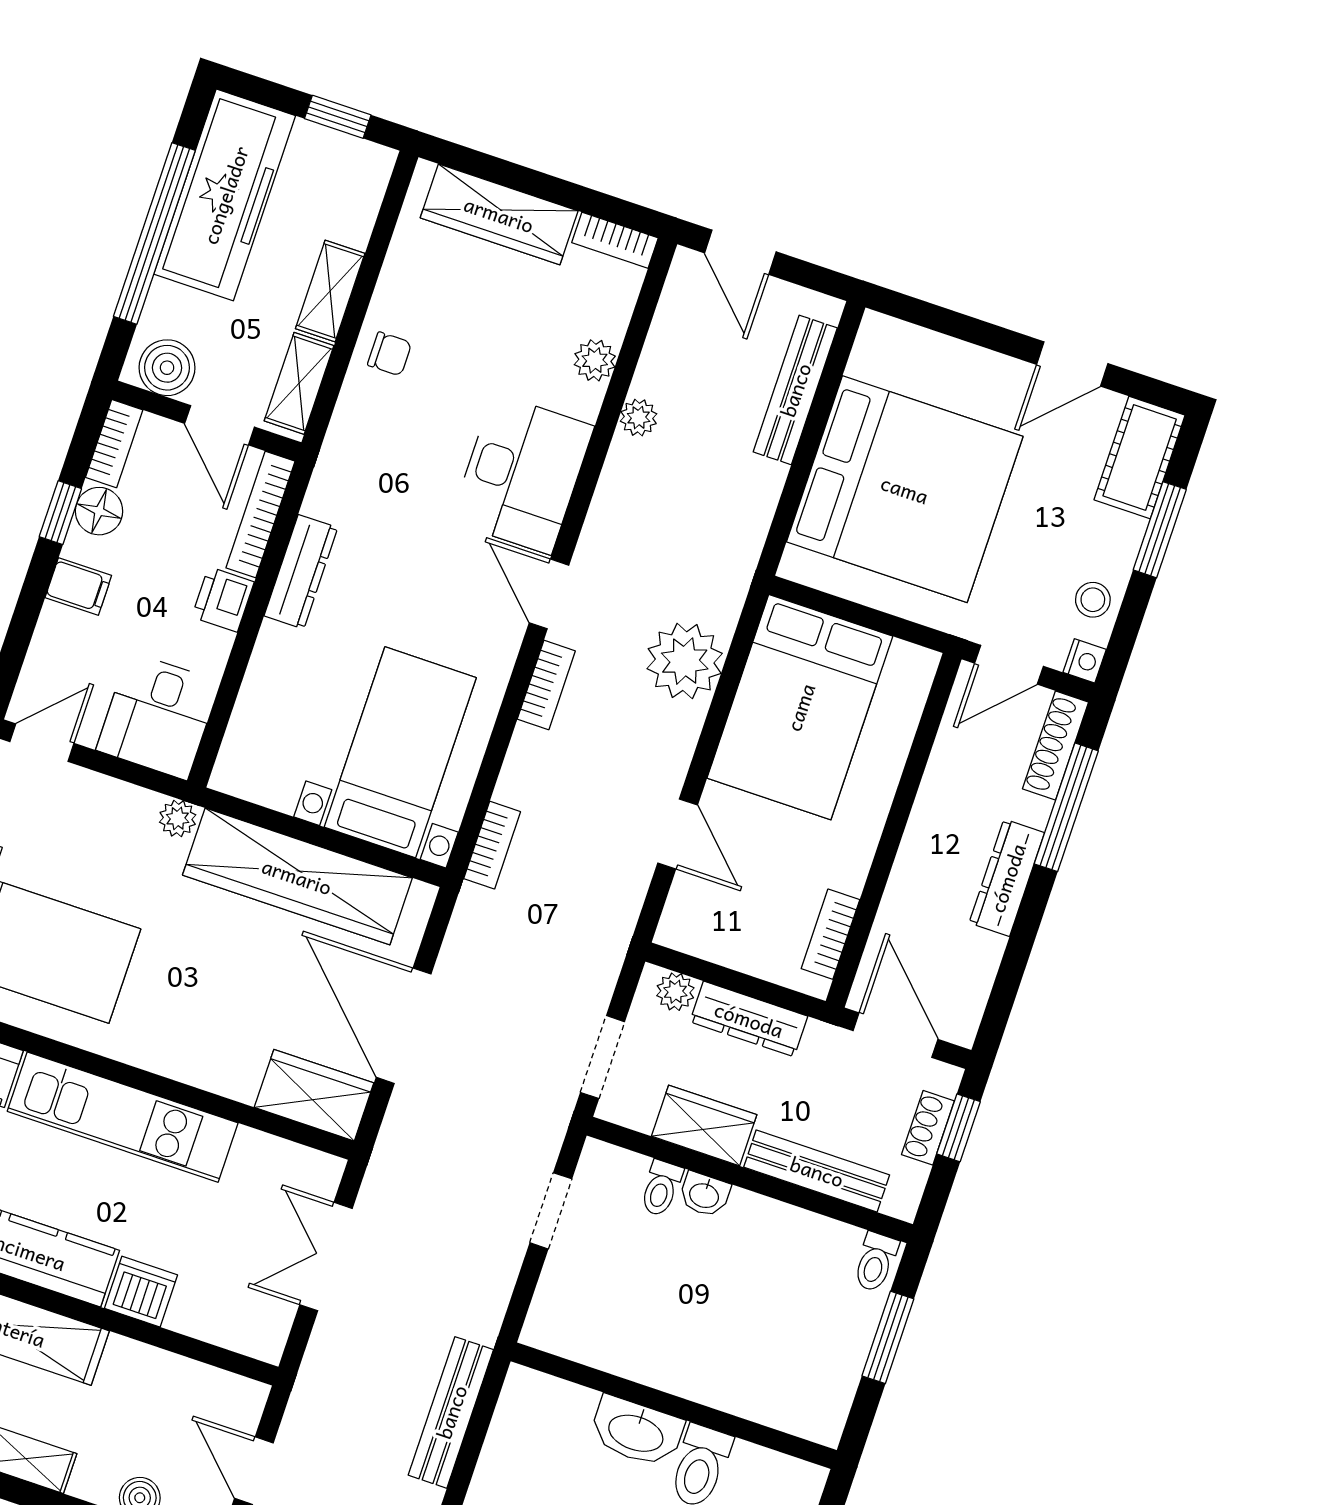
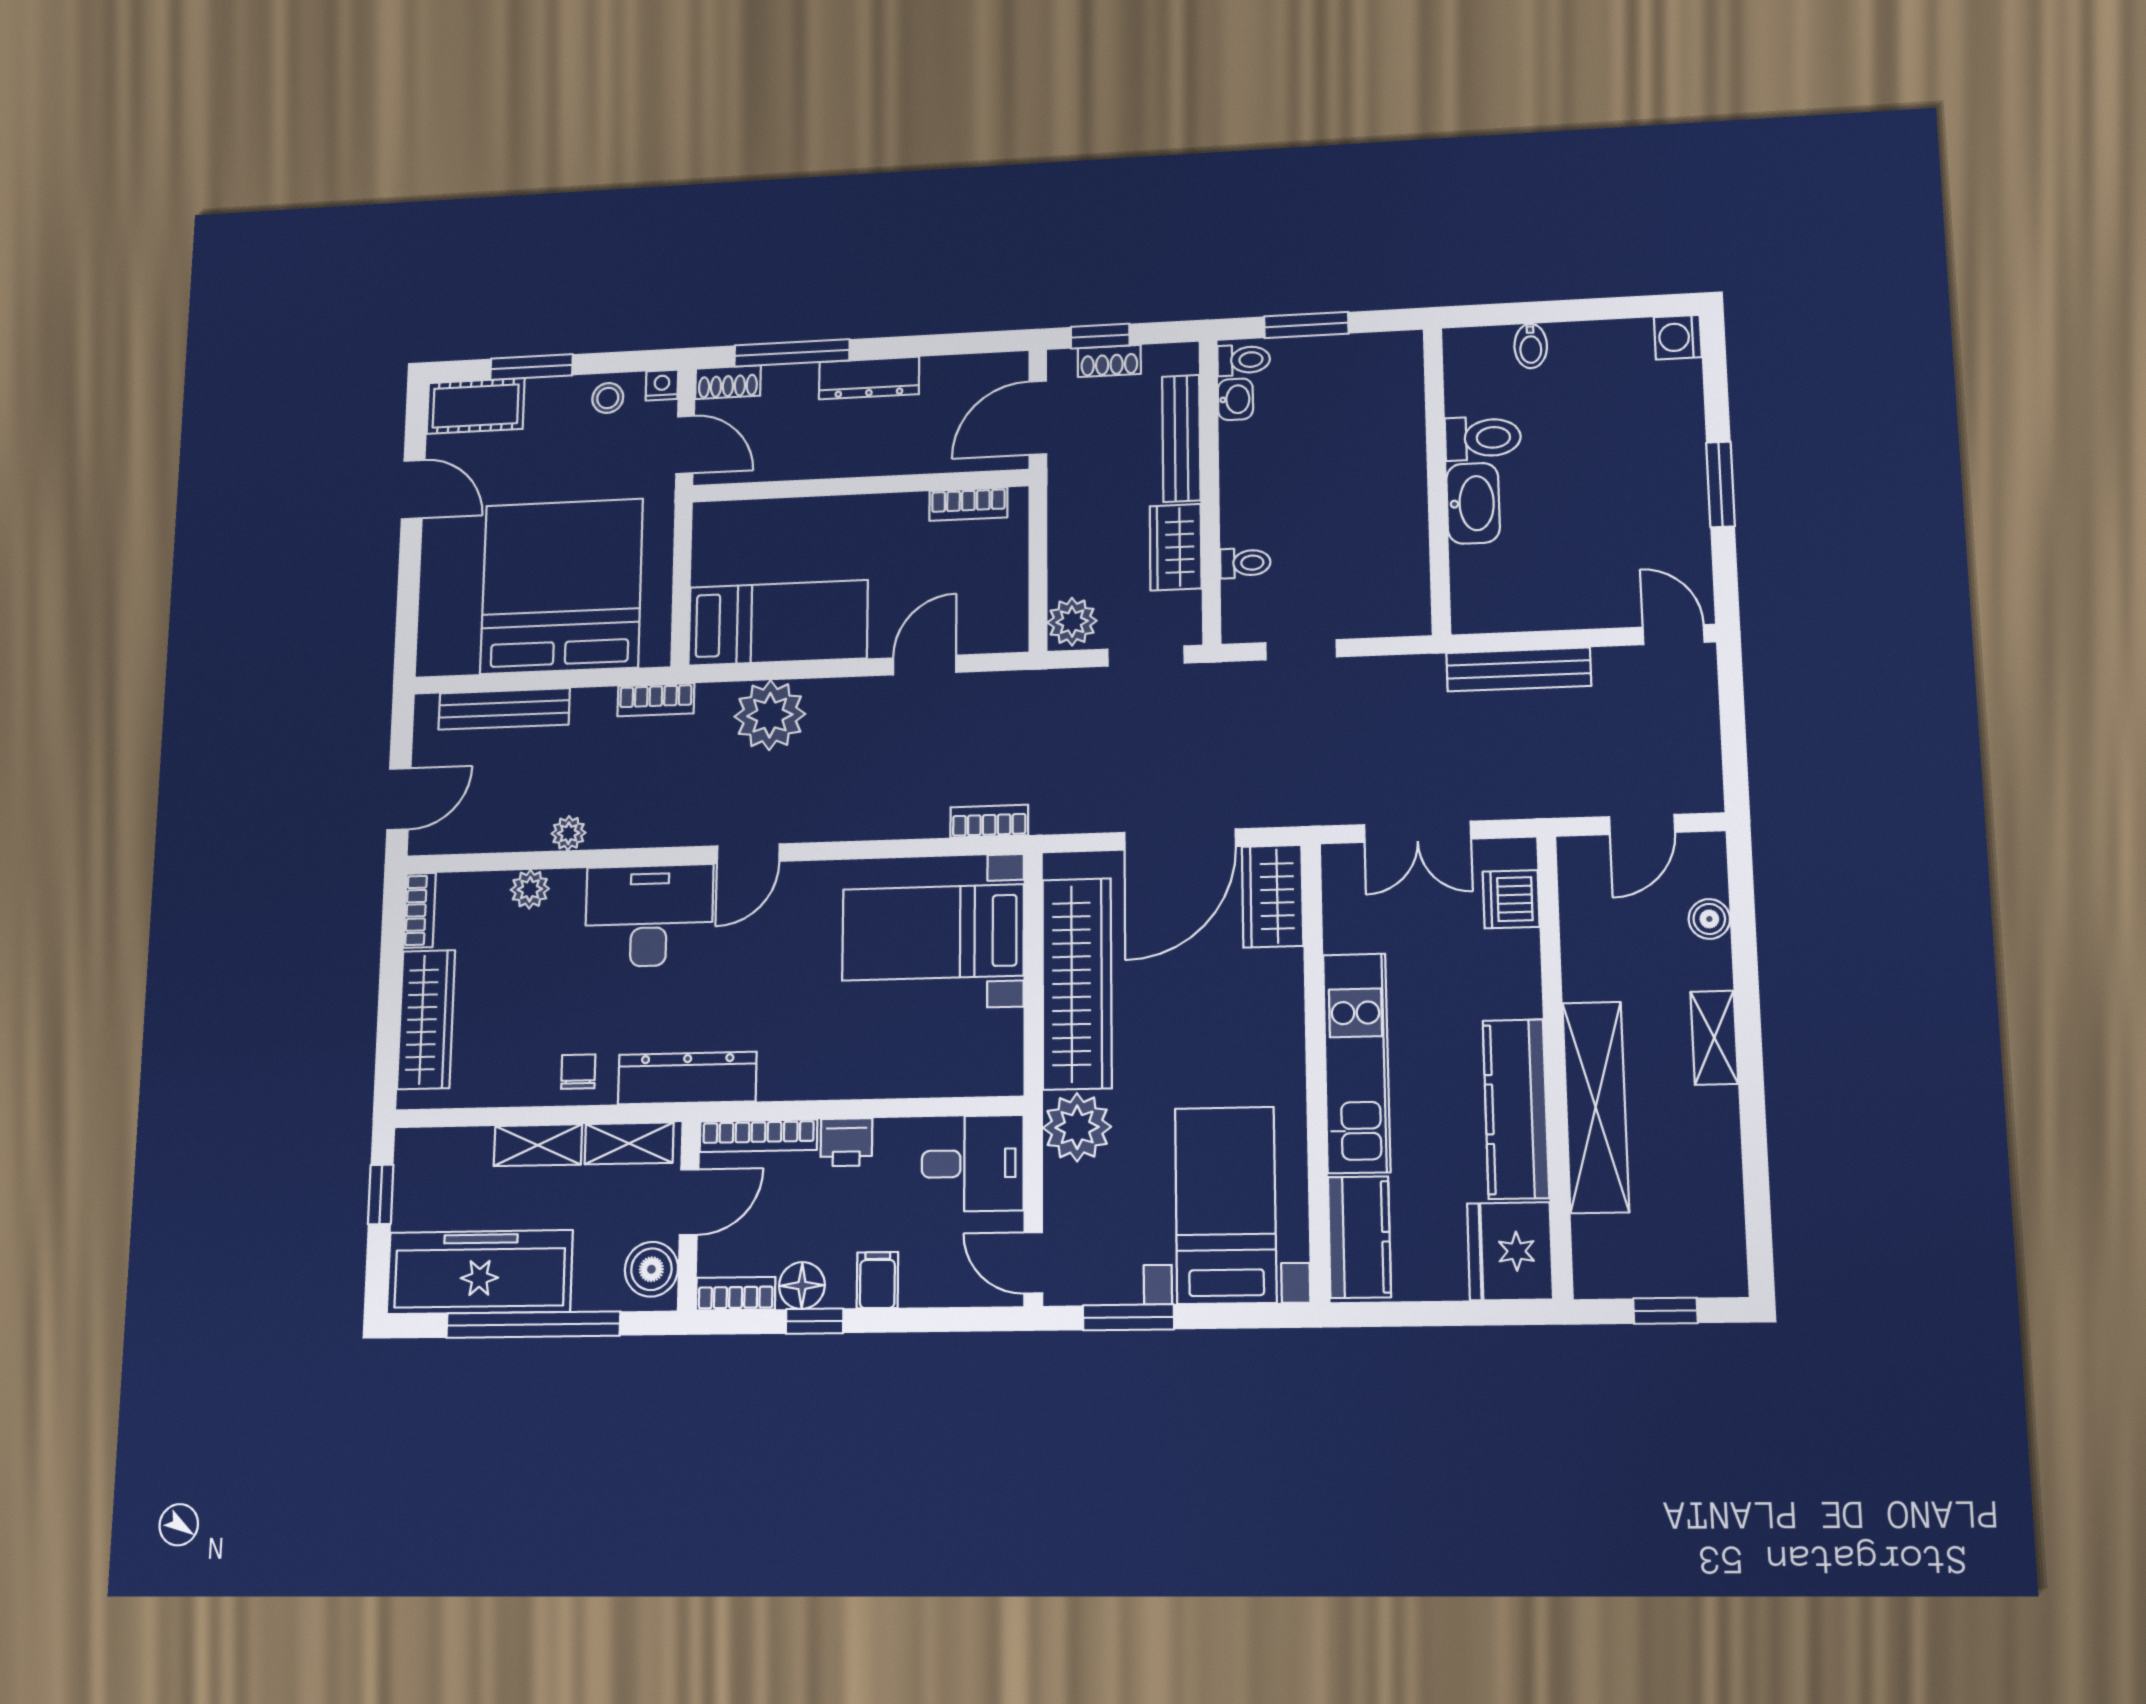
dresser: (301, 572) -> (687, 1078), moved, width x1.37, depth x1.24
bookcase: (546, 685) -> (656, 700), moved, turned 180
bed: (800, 707) -> (778, 623), width x0.67
shoe rack: (1055, 745) -> (728, 382), width x0.70
plant: (178, 818) -> (1077, 1127), width x1.87, depth x1.87
plant: (675, 992) -> (1072, 622), width x1.38, depth x1.38
dresser: (749, 1019) -> (1067, 545), removed
washbasin: (704, 1195) -> (1235, 399), moved
dishwasher: (141, 1292) -> (1511, 899), moved

